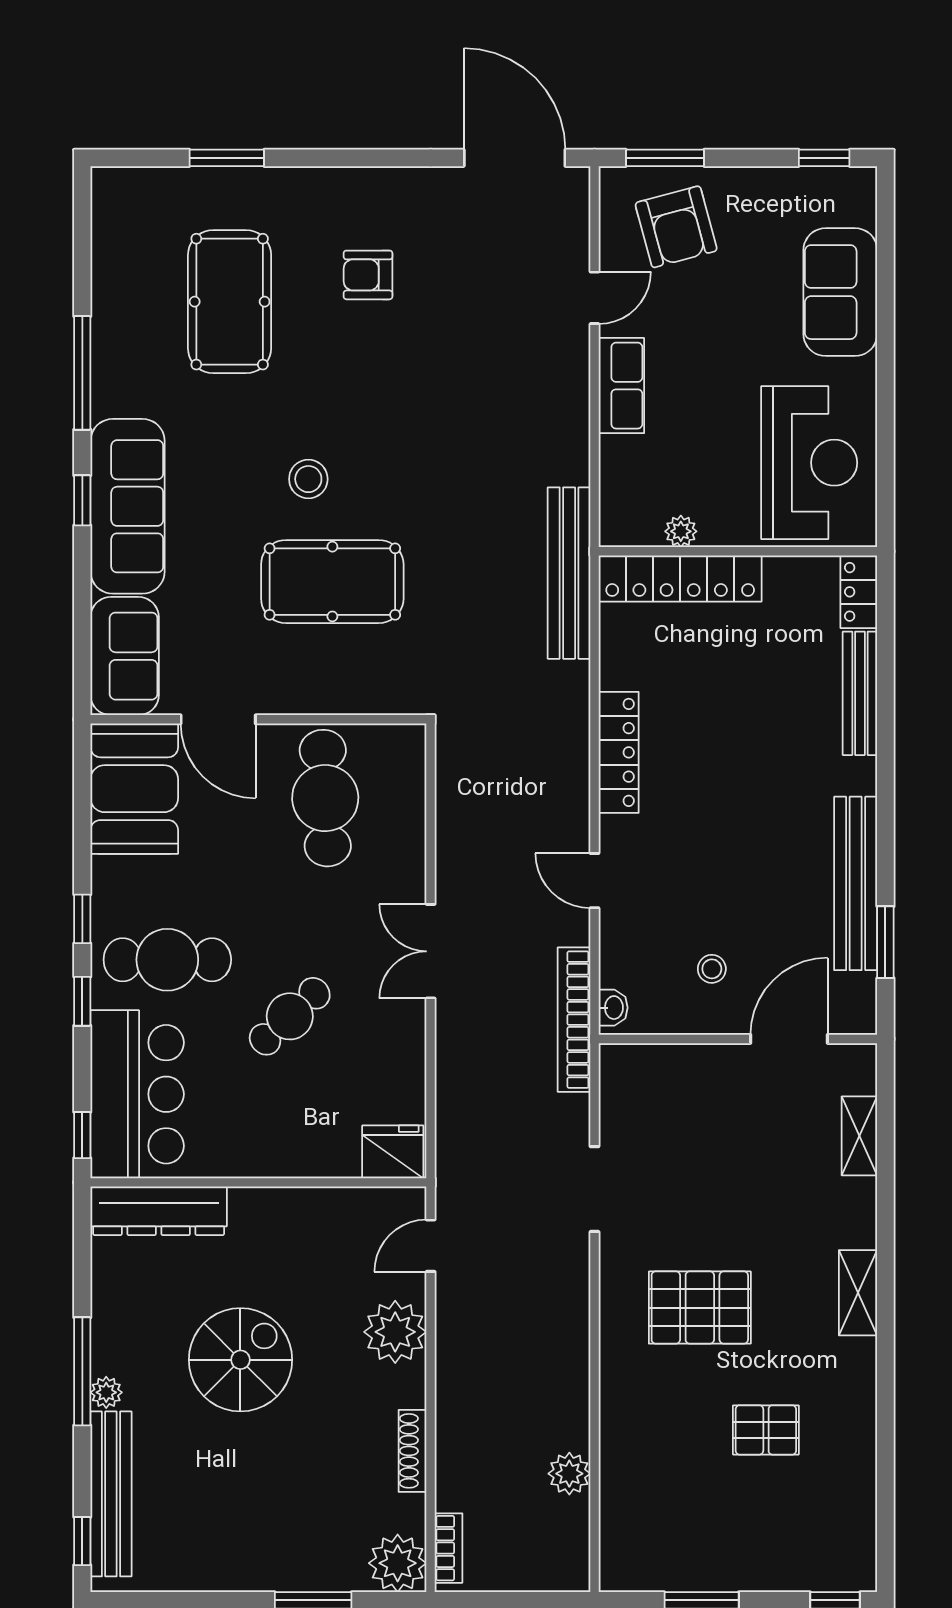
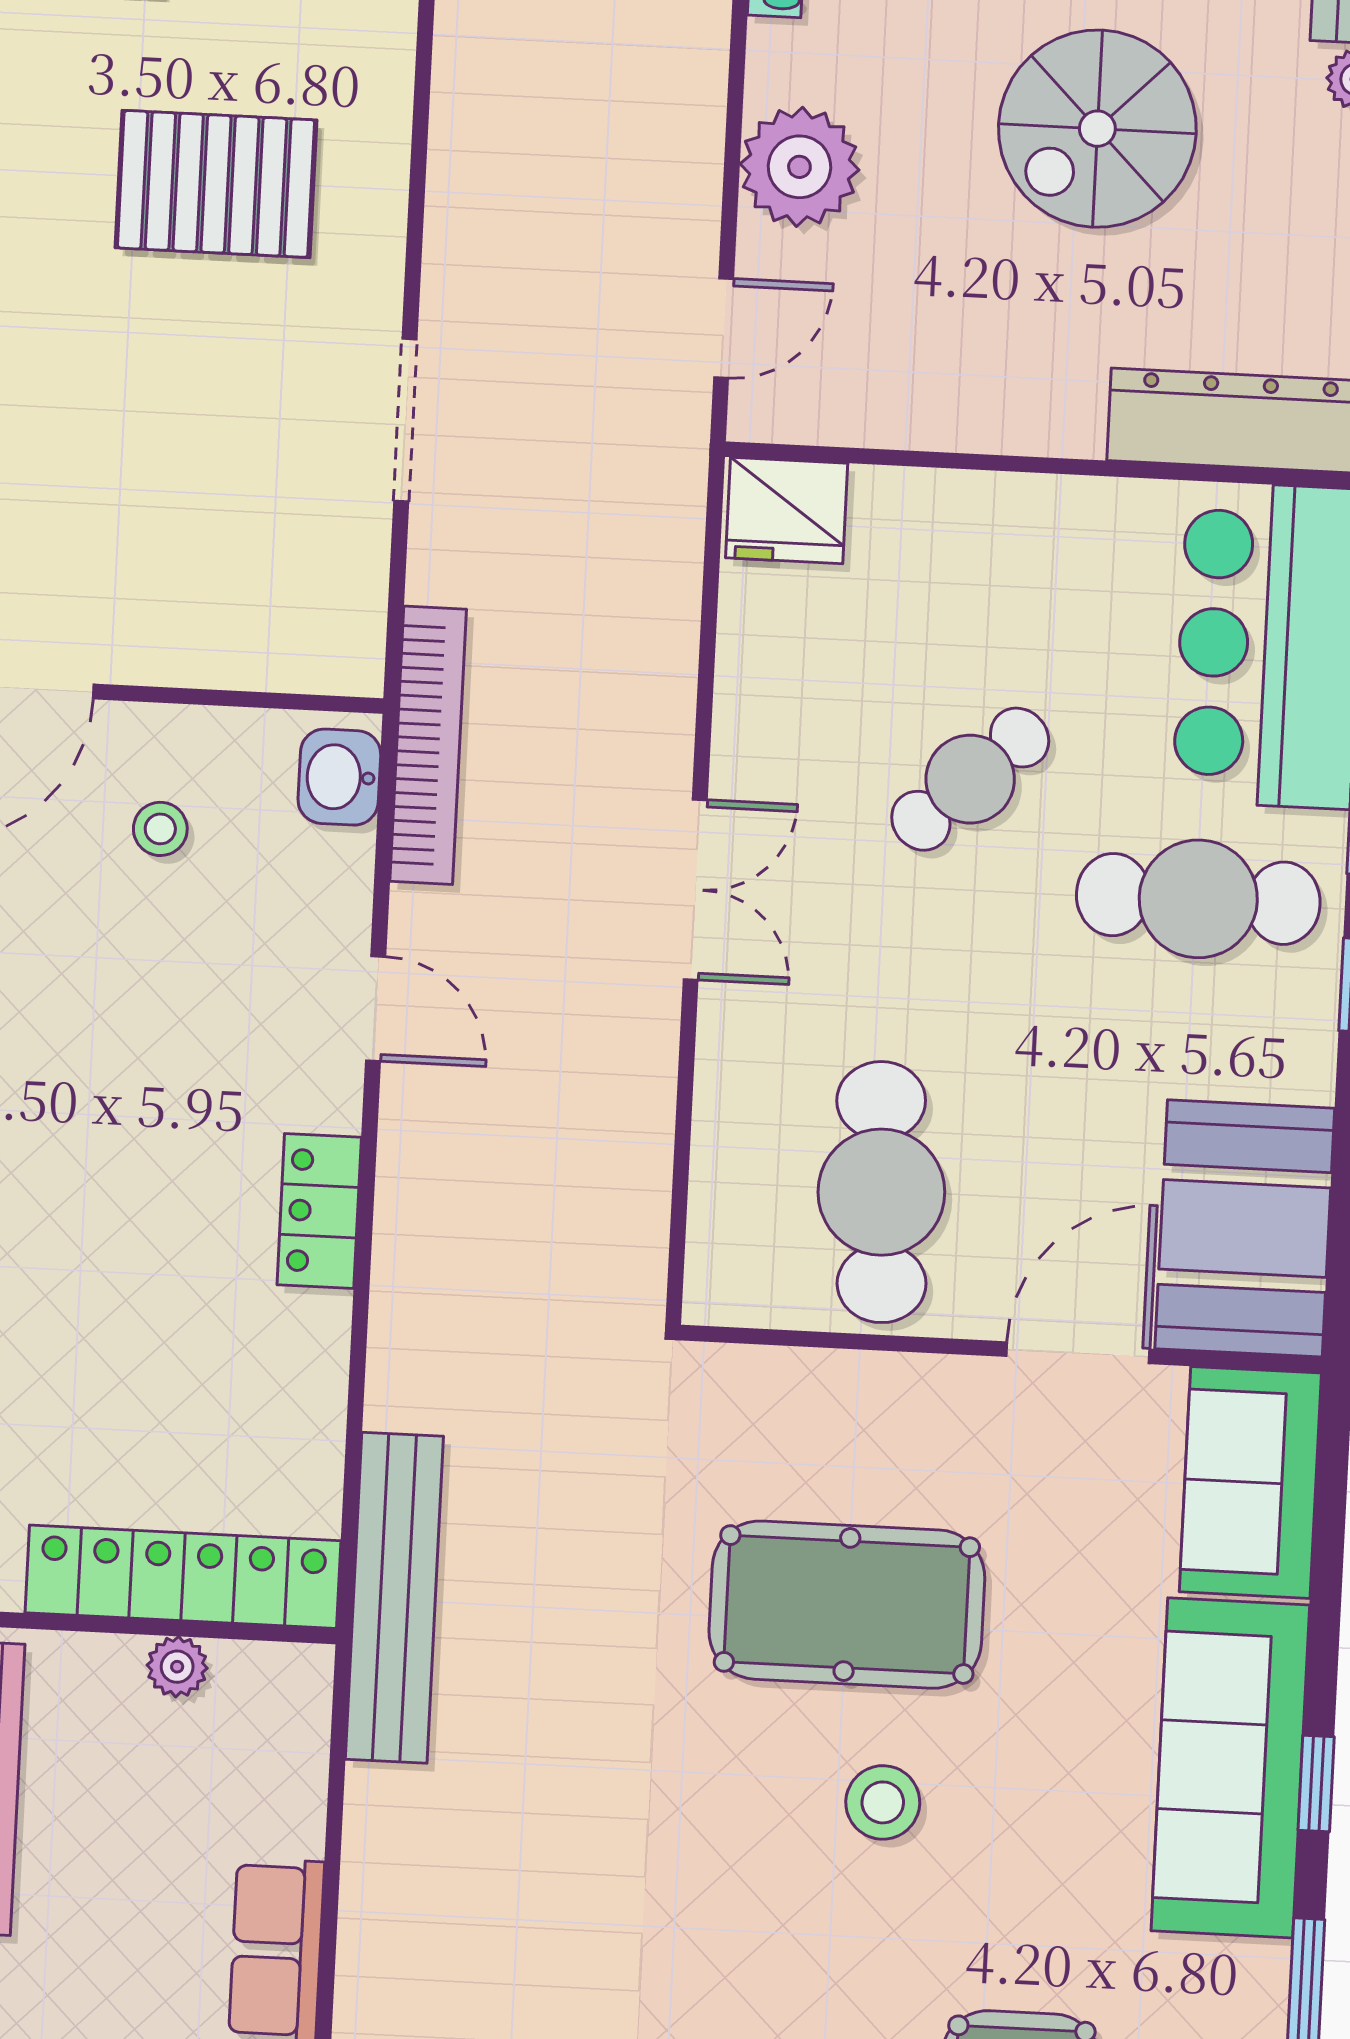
door: (218, 719) -> (1078, 1353), hinge flipped
locker: (619, 752) -> (319, 1211), width x0.66
washbasin: (613, 1008) -> (339, 777), width x1.38, depth x1.45

